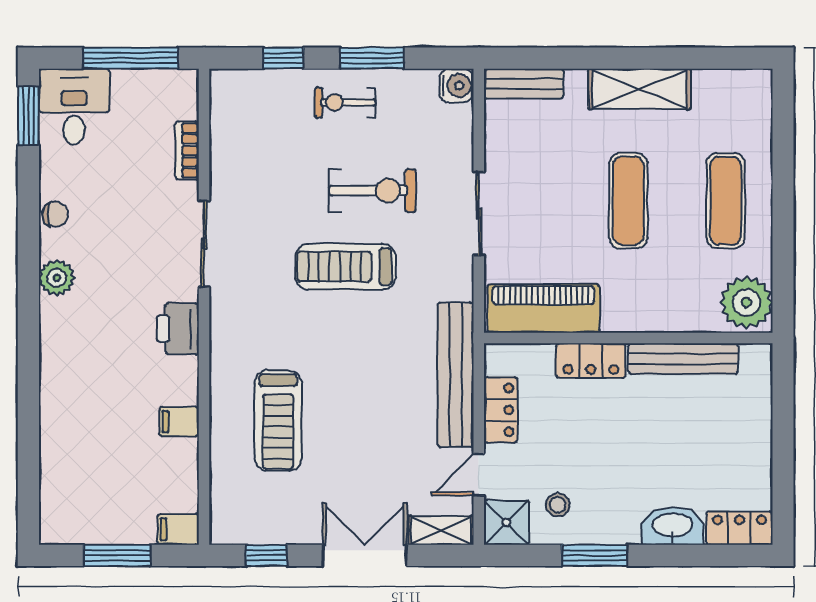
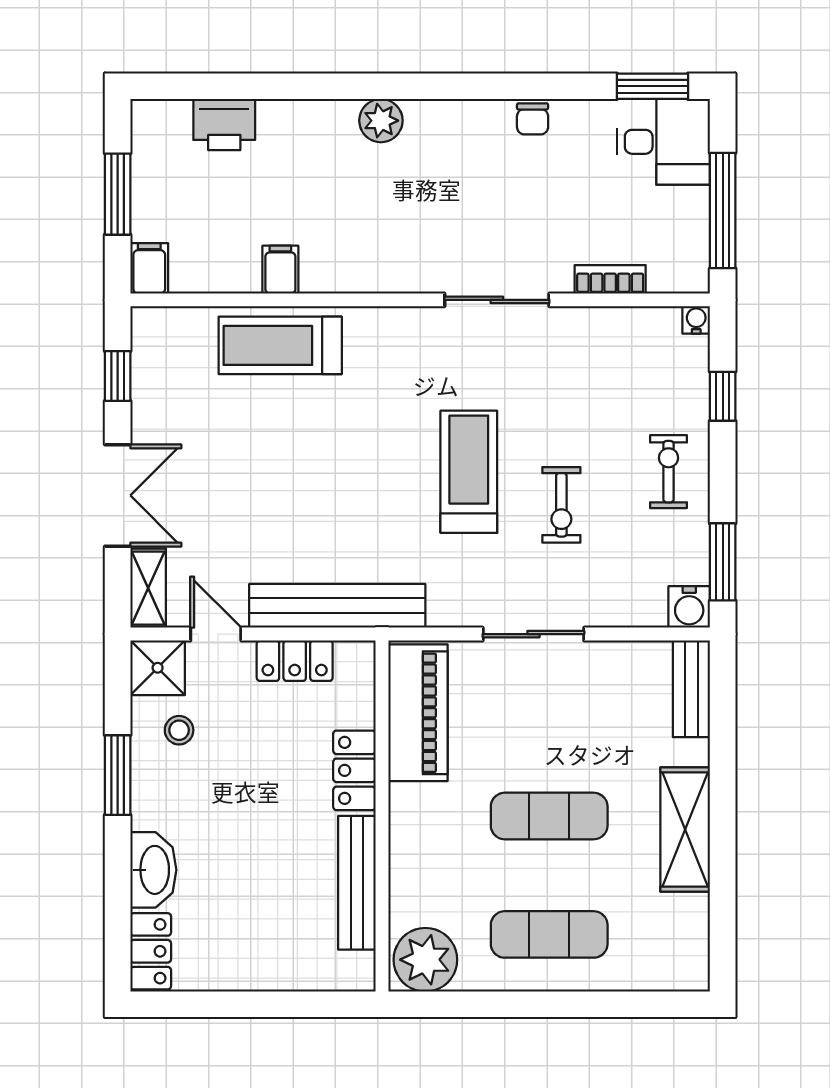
window: (372, 58) -> (723, 562), moved
water cooler: (220, 80) -> (696, 320), added
exercise bike: (372, 191) -> (561, 505), width x0.73, depth x0.72
plant: (57, 278) -> (381, 121), moved
printer: (178, 329) -> (224, 125), moved, turned 180
treadmill: (278, 421) -> (280, 345), moved

